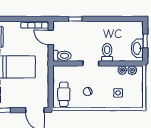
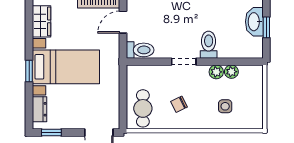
door: (51, 37) -> (123, 22), hinge flipped
washbasin: (137, 48) -> (254, 22), moved
plant: (132, 70) -> (216, 72), moved

